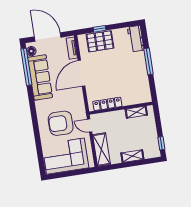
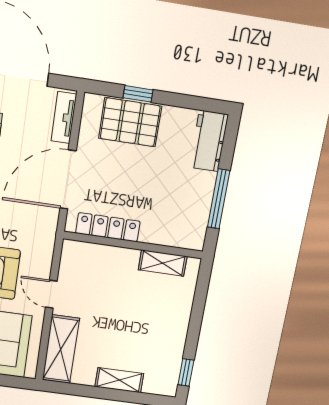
locker: (107, 104) -> (108, 227), moved
wall: (121, 108) -> (133, 245), moved
shelving: (136, 112) -> (163, 263), moved

